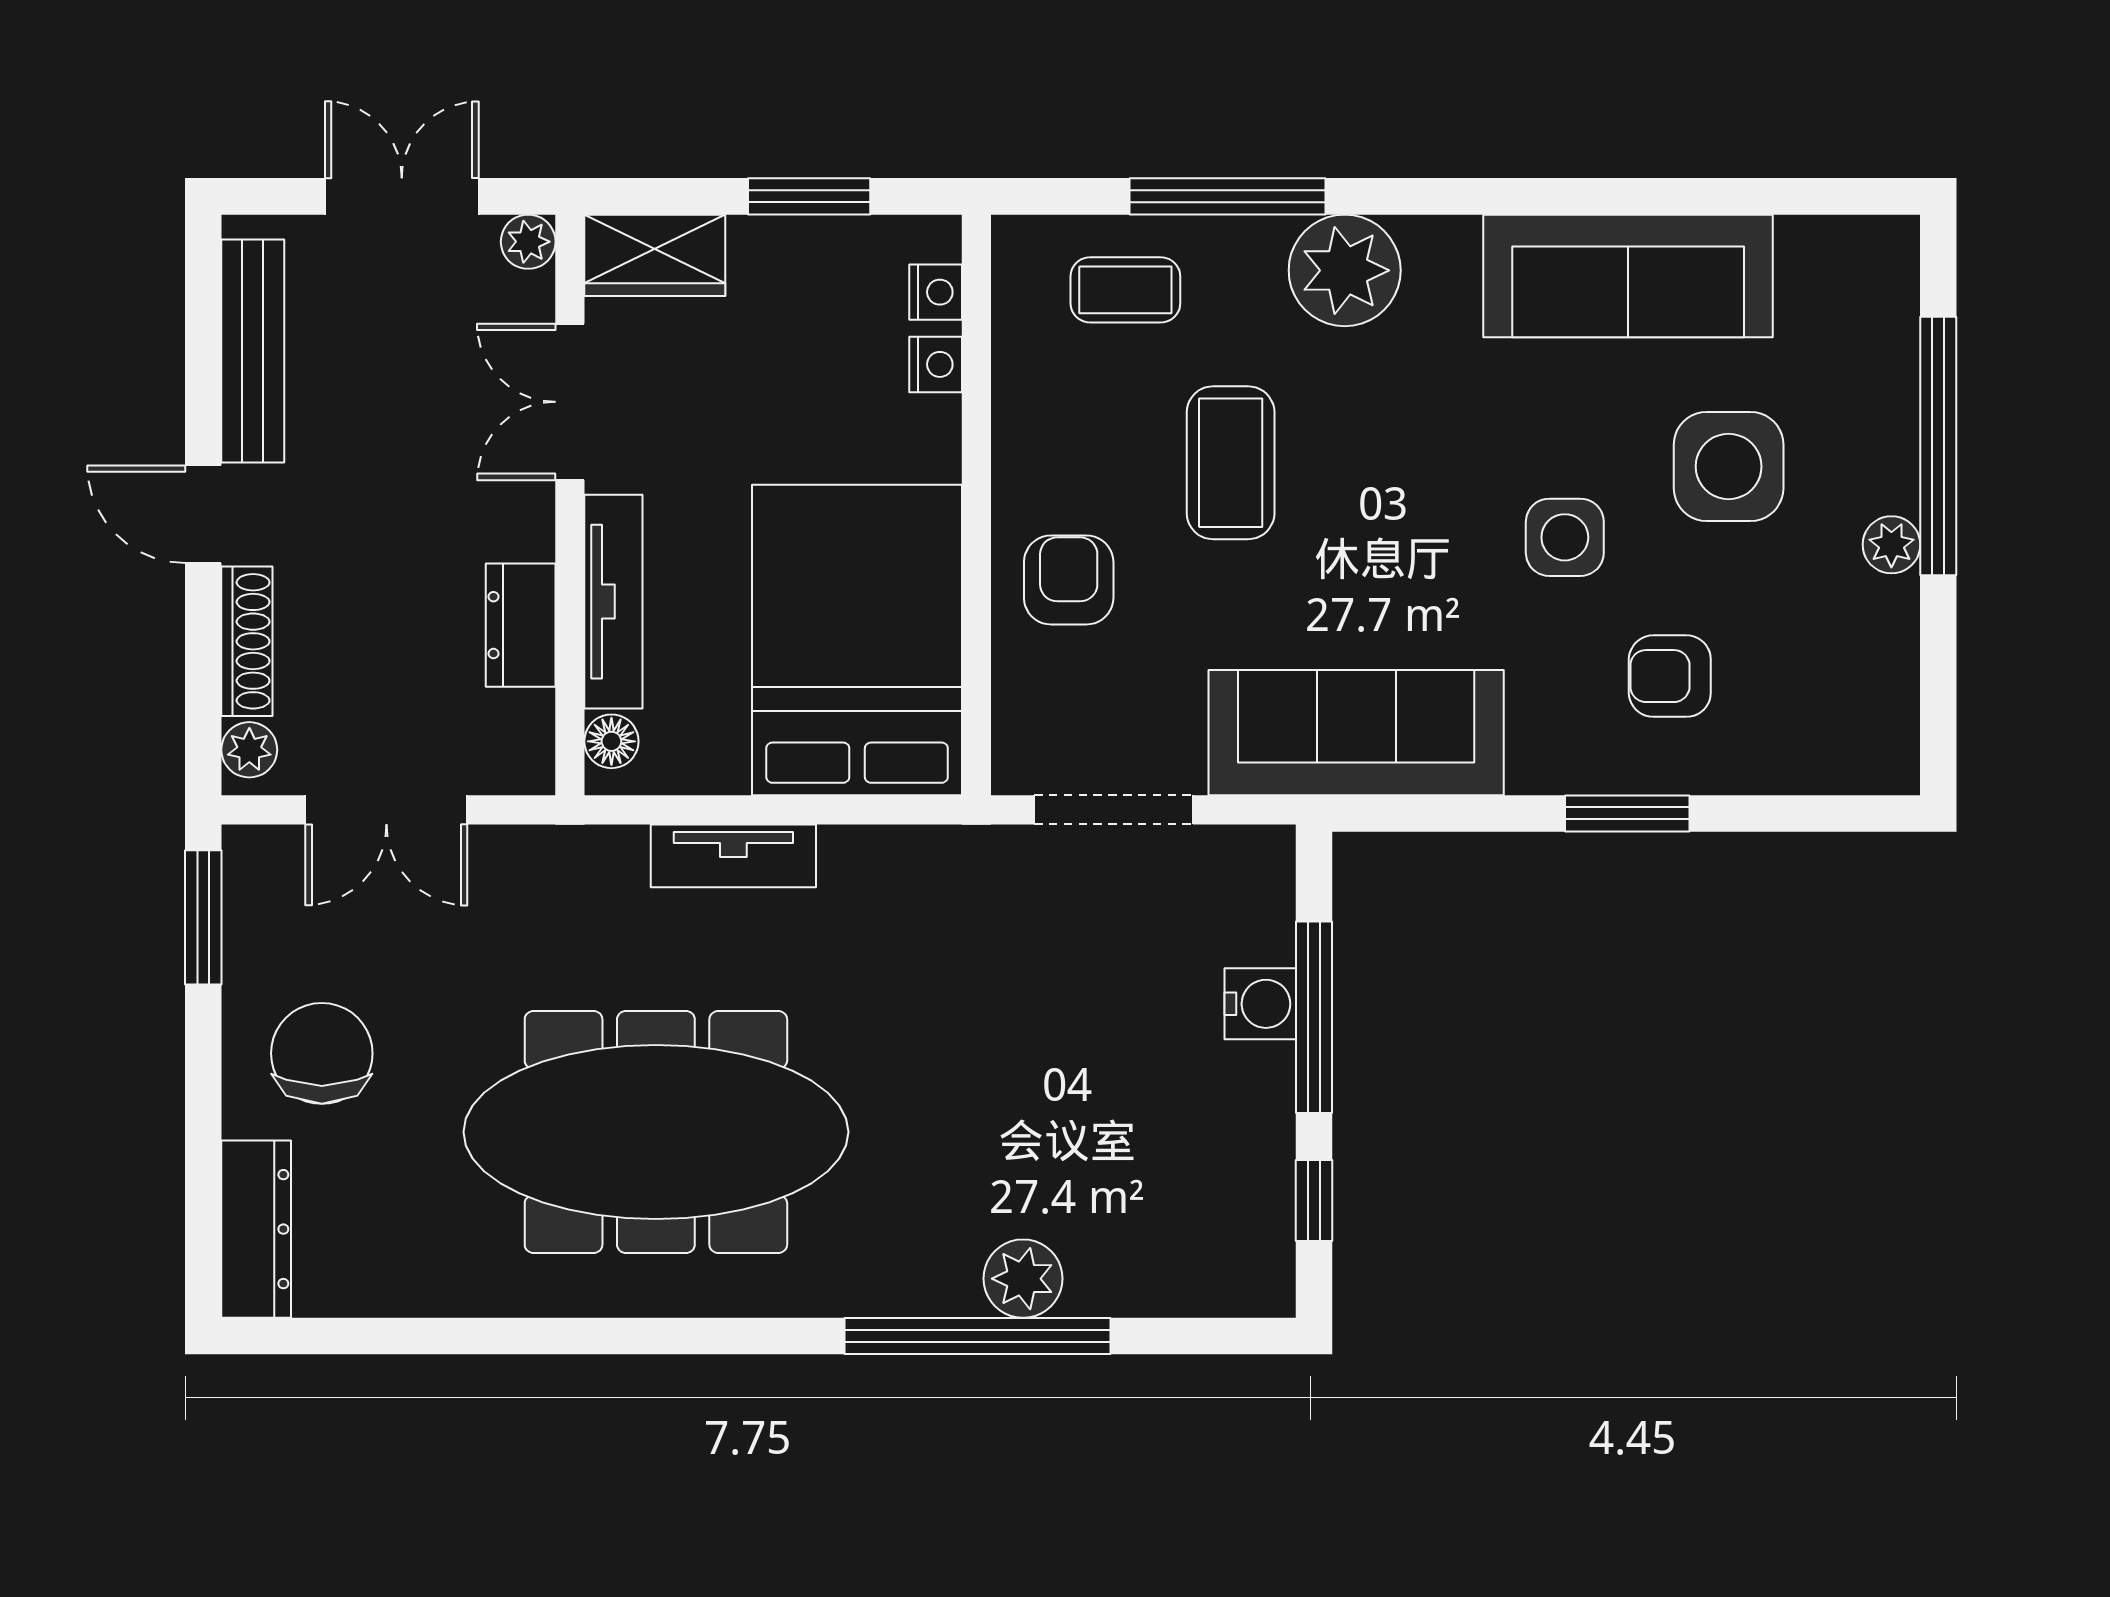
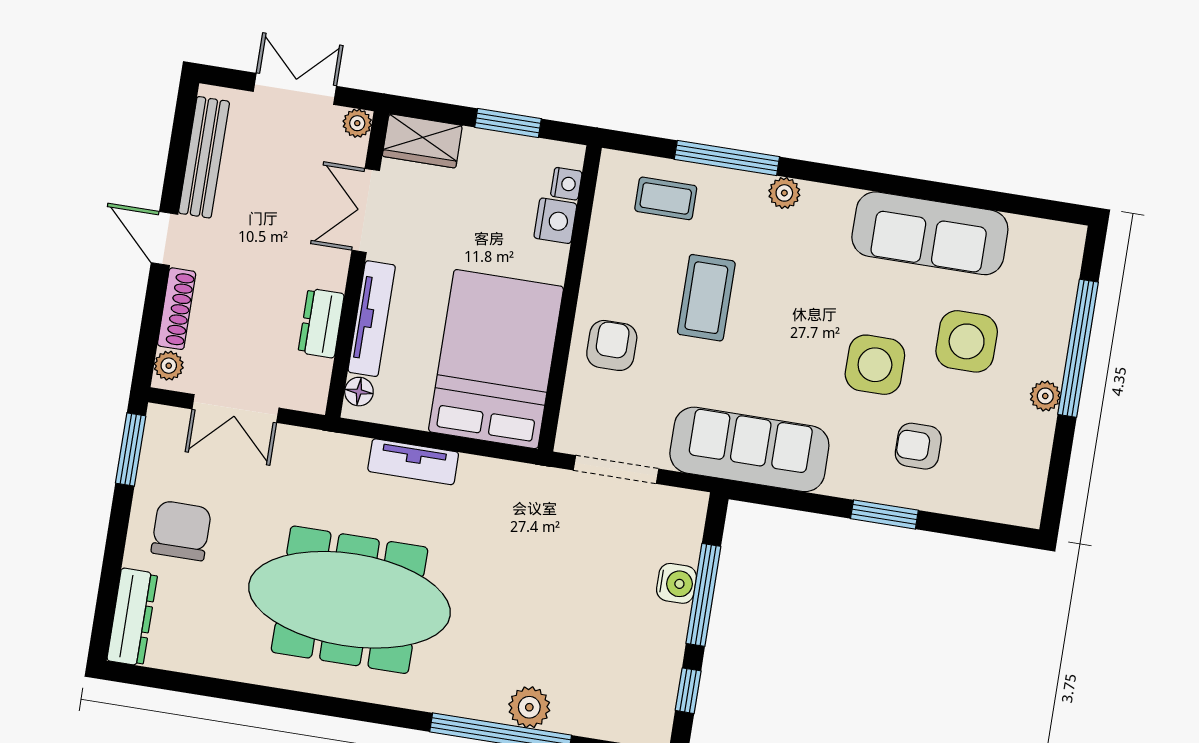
plant: (1345, 270) -> (784, 193), width x0.53, depth x0.53
nightstand: (936, 364) -> (555, 221), width x1.39, depth x1.35
side table: (1565, 537) -> (875, 365), width x1.37, depth x1.37

